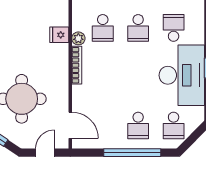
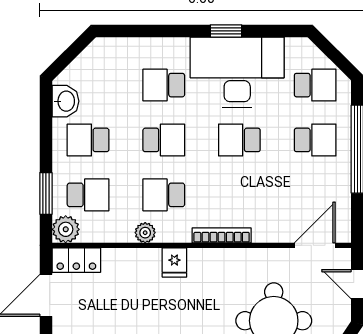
school desk: (103, 28) -> (164, 195), turned 180
plant: (78, 38) -> (145, 233), moved
school desk: (138, 77) -> (239, 140), added

